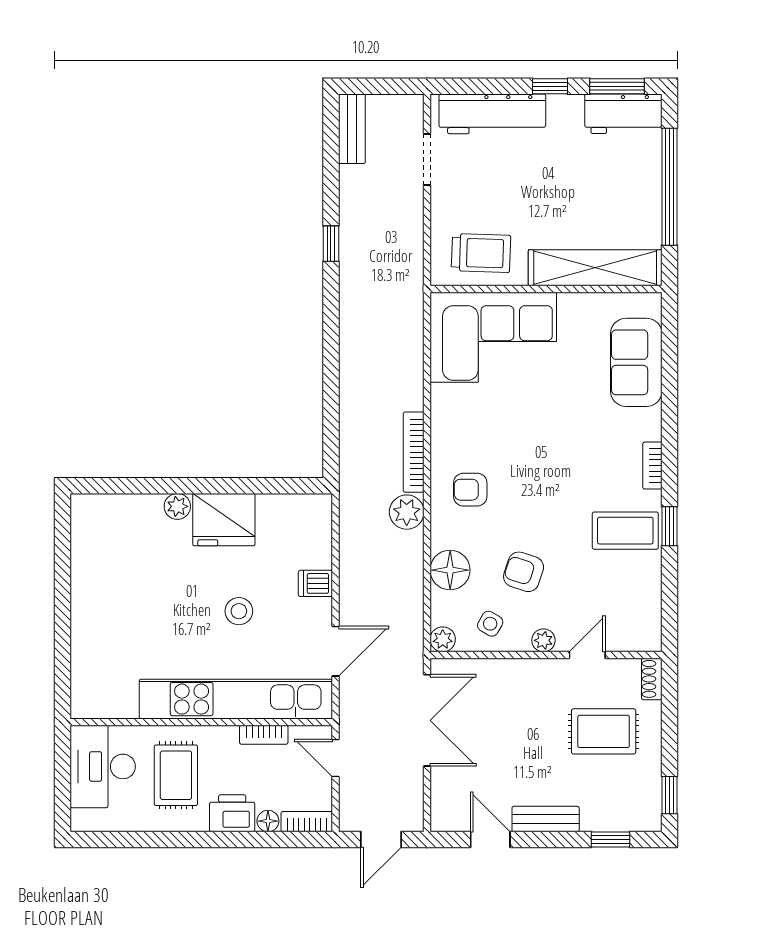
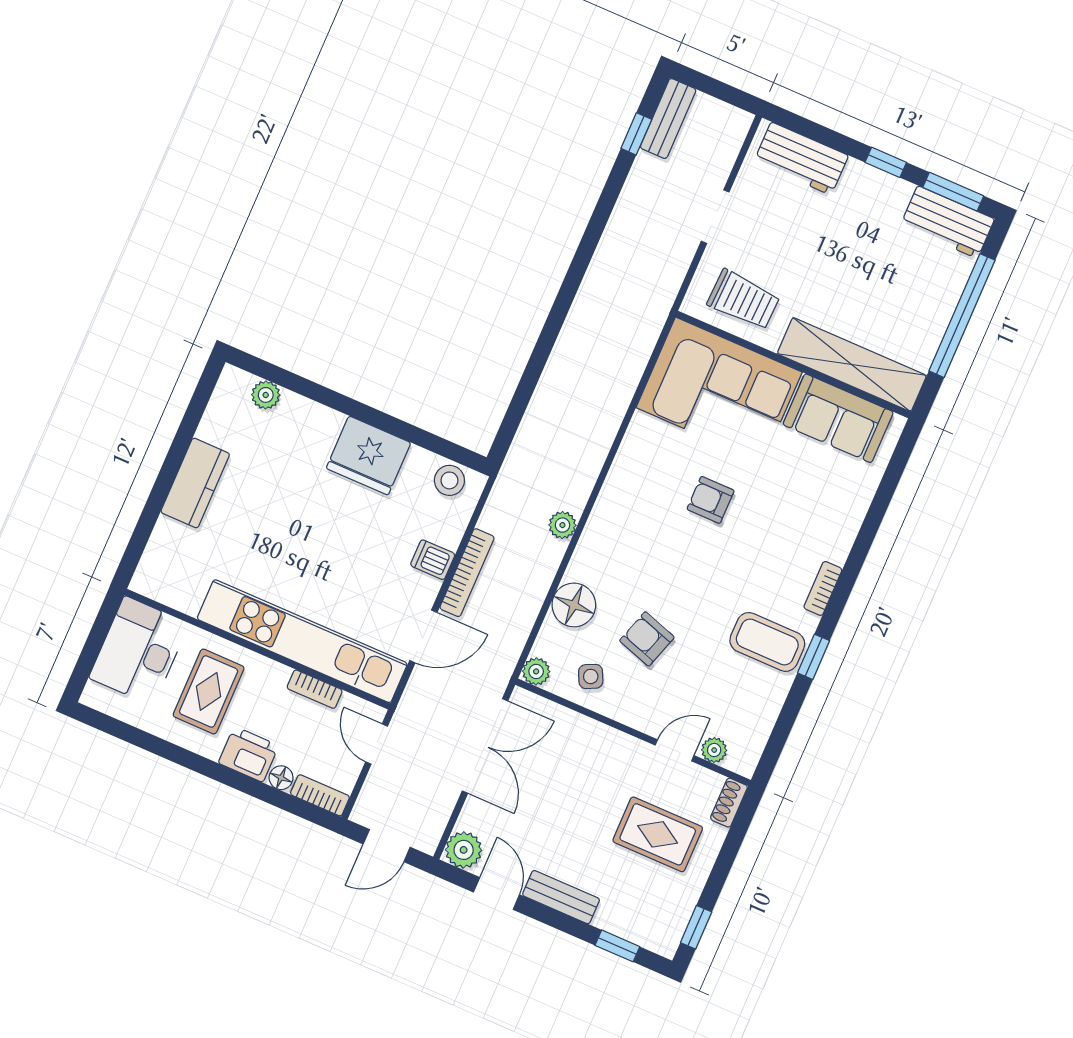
workbench: (492, 114) -> (801, 159), width x0.73
doorway: (427, 160) -> (715, 217), moved
window: (331, 244) -> (636, 134), moved
sofa: (636, 362) -> (838, 418), moved, turned -90
bookcase: (414, 452) -> (467, 573), moved, turned 180
armchair: (470, 490) -> (711, 500), moved
plant: (177, 506) -> (266, 395), moved
plant: (407, 512) -> (562, 525), width x0.73, depth x0.73
kitchen counter: (89, 606) -> (195, 483), added
stool: (239, 611) -> (449, 480), moved
side table: (490, 624) -> (591, 676), turned 34
plant: (543, 640) -> (714, 750), moved
plant: (447, 815) -> (464, 850), added

